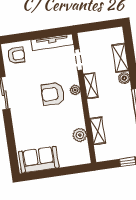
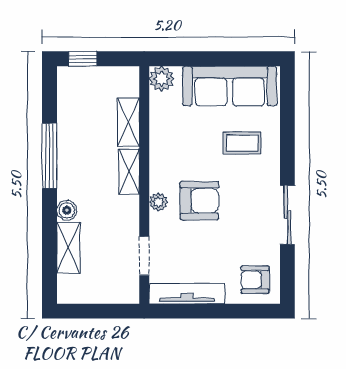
shelving: (91, 86) -> (129, 172), moved
coffee table: (34, 129) -> (242, 143), added
plant: (80, 135) -> (162, 79), moved
sofa: (39, 160) -> (230, 86), width x1.36

